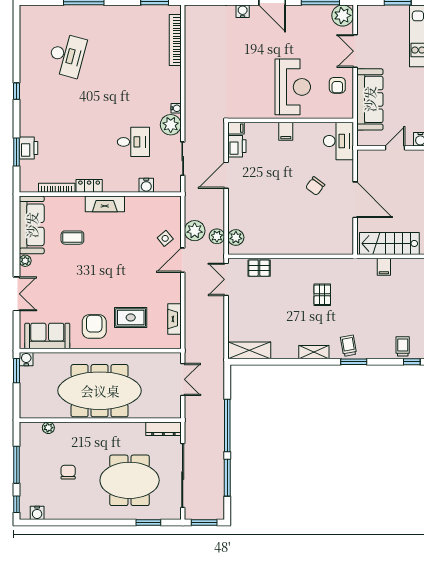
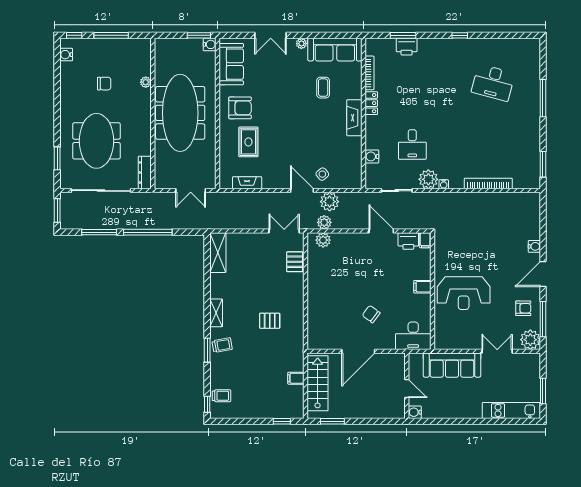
bookcase: (175, 40) -> (488, 183), moved
armchair: (337, 85) -> (523, 308), moved, turned 180
plant: (48, 428) -> (146, 82), moved

